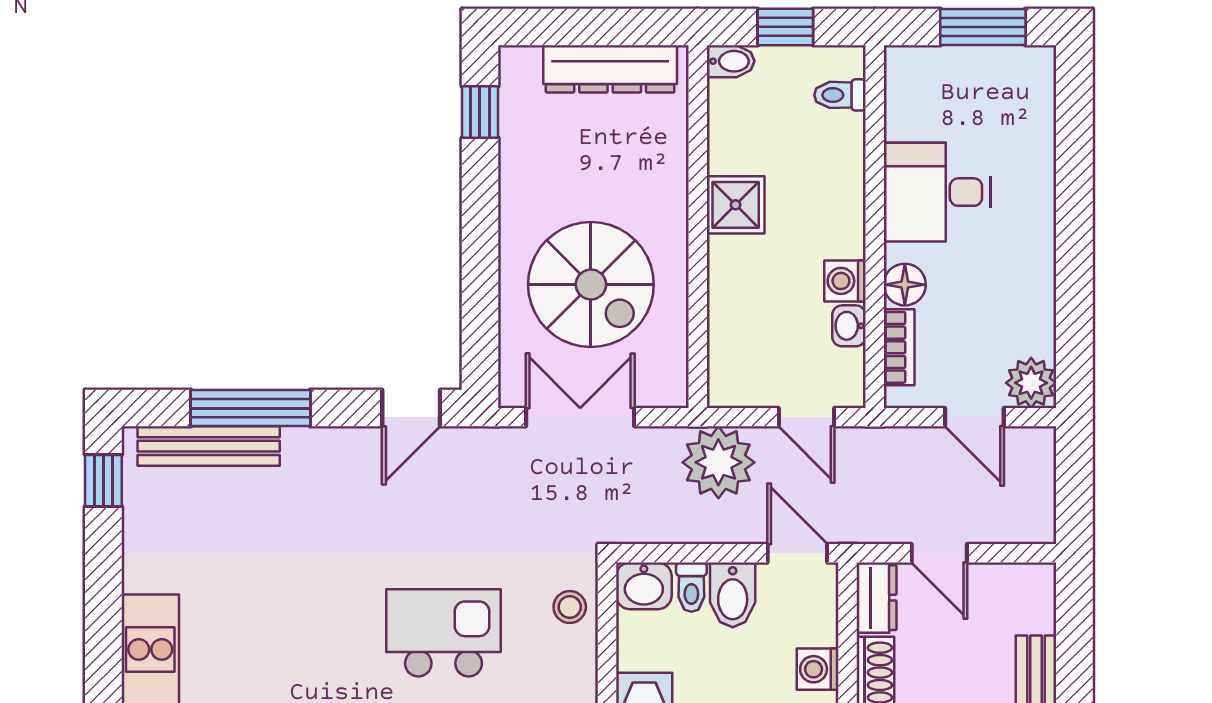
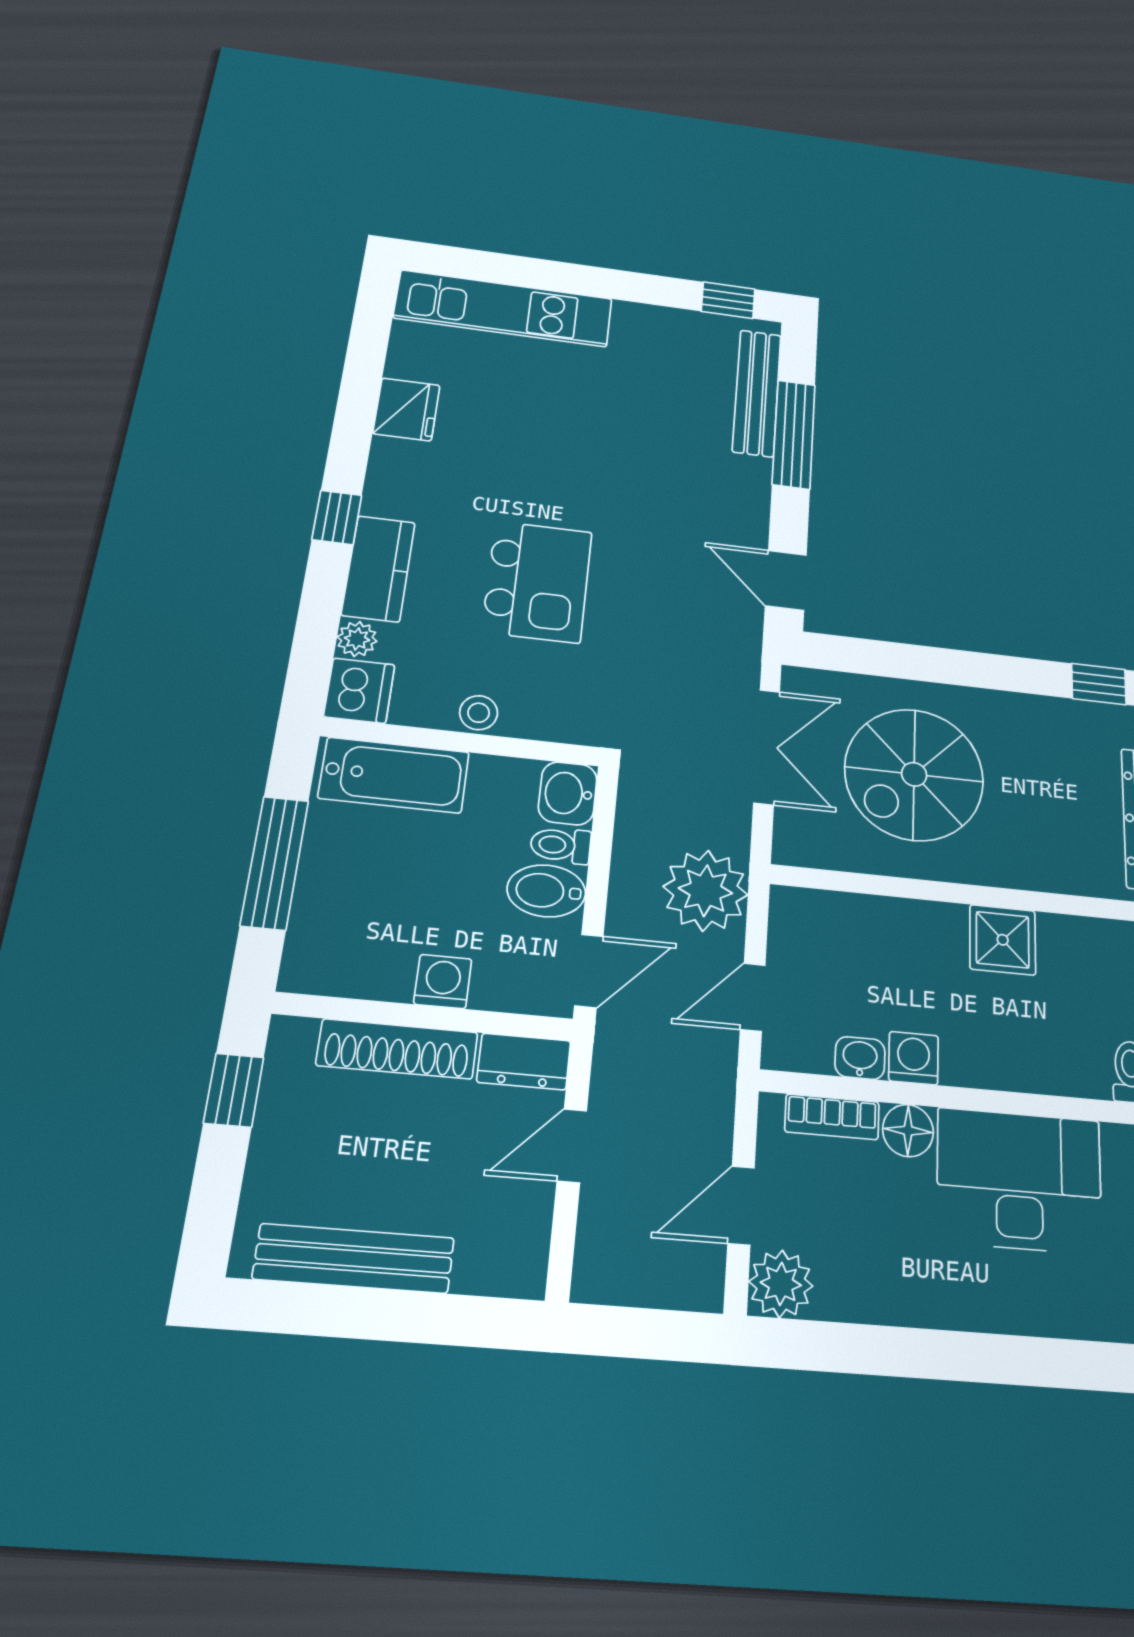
desk: (937, 192) -> (1019, 1181), width x1.37
stool: (570, 607) -> (479, 713), moved

